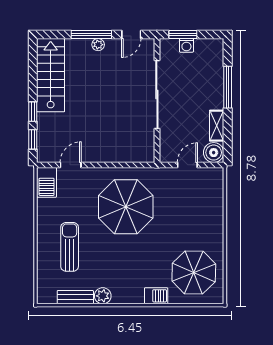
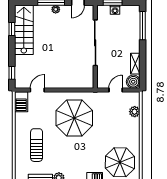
window: (228, 87) -> (143, 26), moved
window: (33, 112) -> (12, 29), moved
plant: (216, 197) -> (135, 112), added

